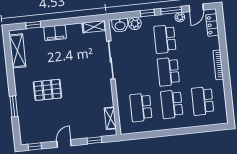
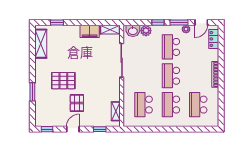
filing cabinet: (55, 33) -> (90, 31), moved
pallet: (65, 114) -> (77, 103), added

